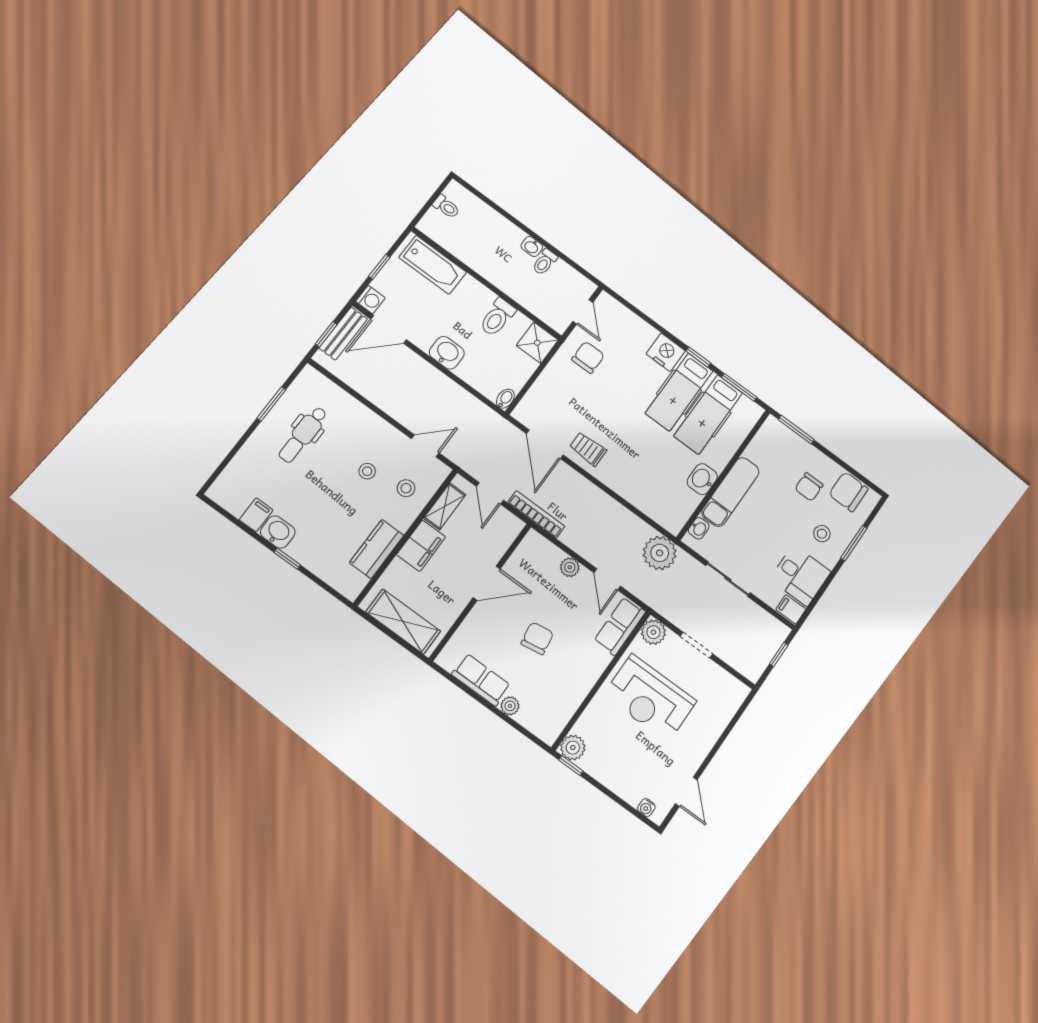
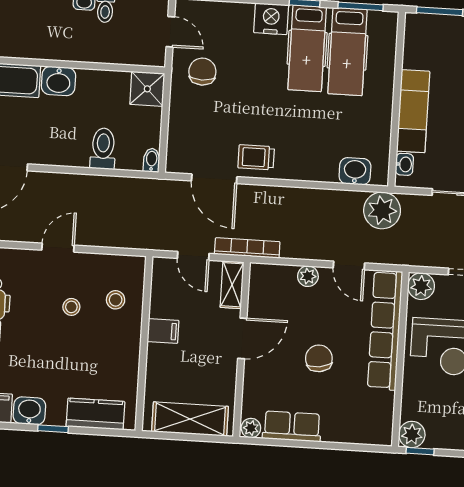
toilet: (497, 317) -> (103, 149), moved, turned 180
washbasin: (447, 353) -> (58, 81), moved, turned 180
door: (425, 446) -> (58, 248), moved
washbasin: (702, 479) -> (355, 171), moved, turned 90
shelving: (445, 506) -> (232, 285), moved
filing cabinet: (421, 546) -> (163, 331), width x0.50
kitchen counter: (377, 549) -> (95, 414), moved, turned 90
row of seats: (620, 626) -> (385, 330), width x2.02
plant: (510, 706) -> (251, 428), moved

